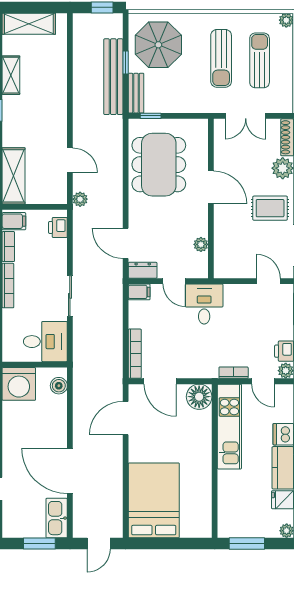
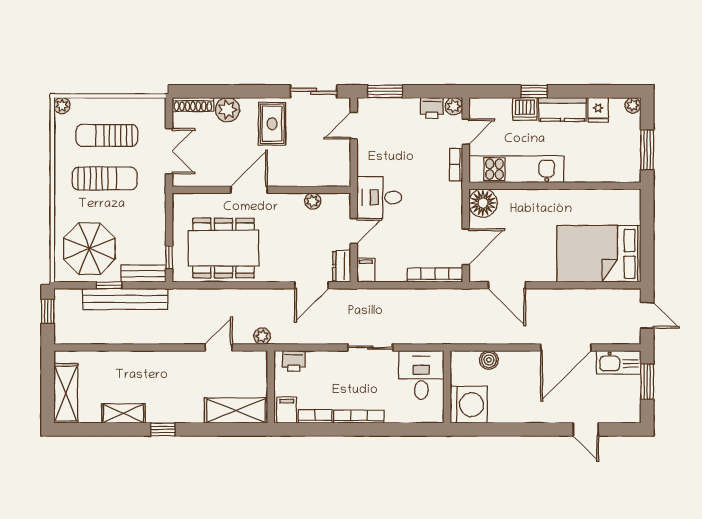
boiler: (59, 386) -> (489, 360), moved

